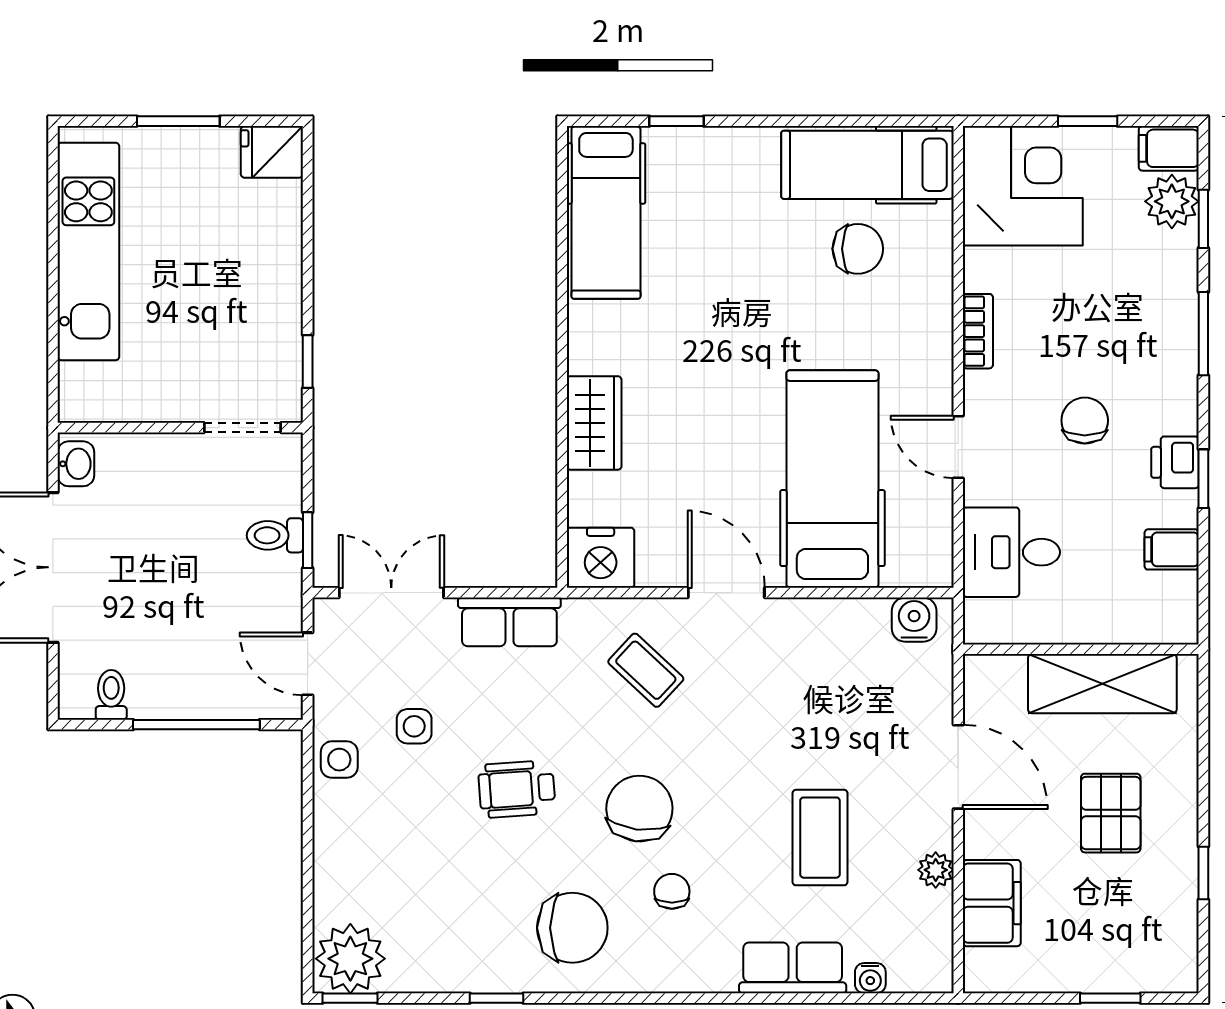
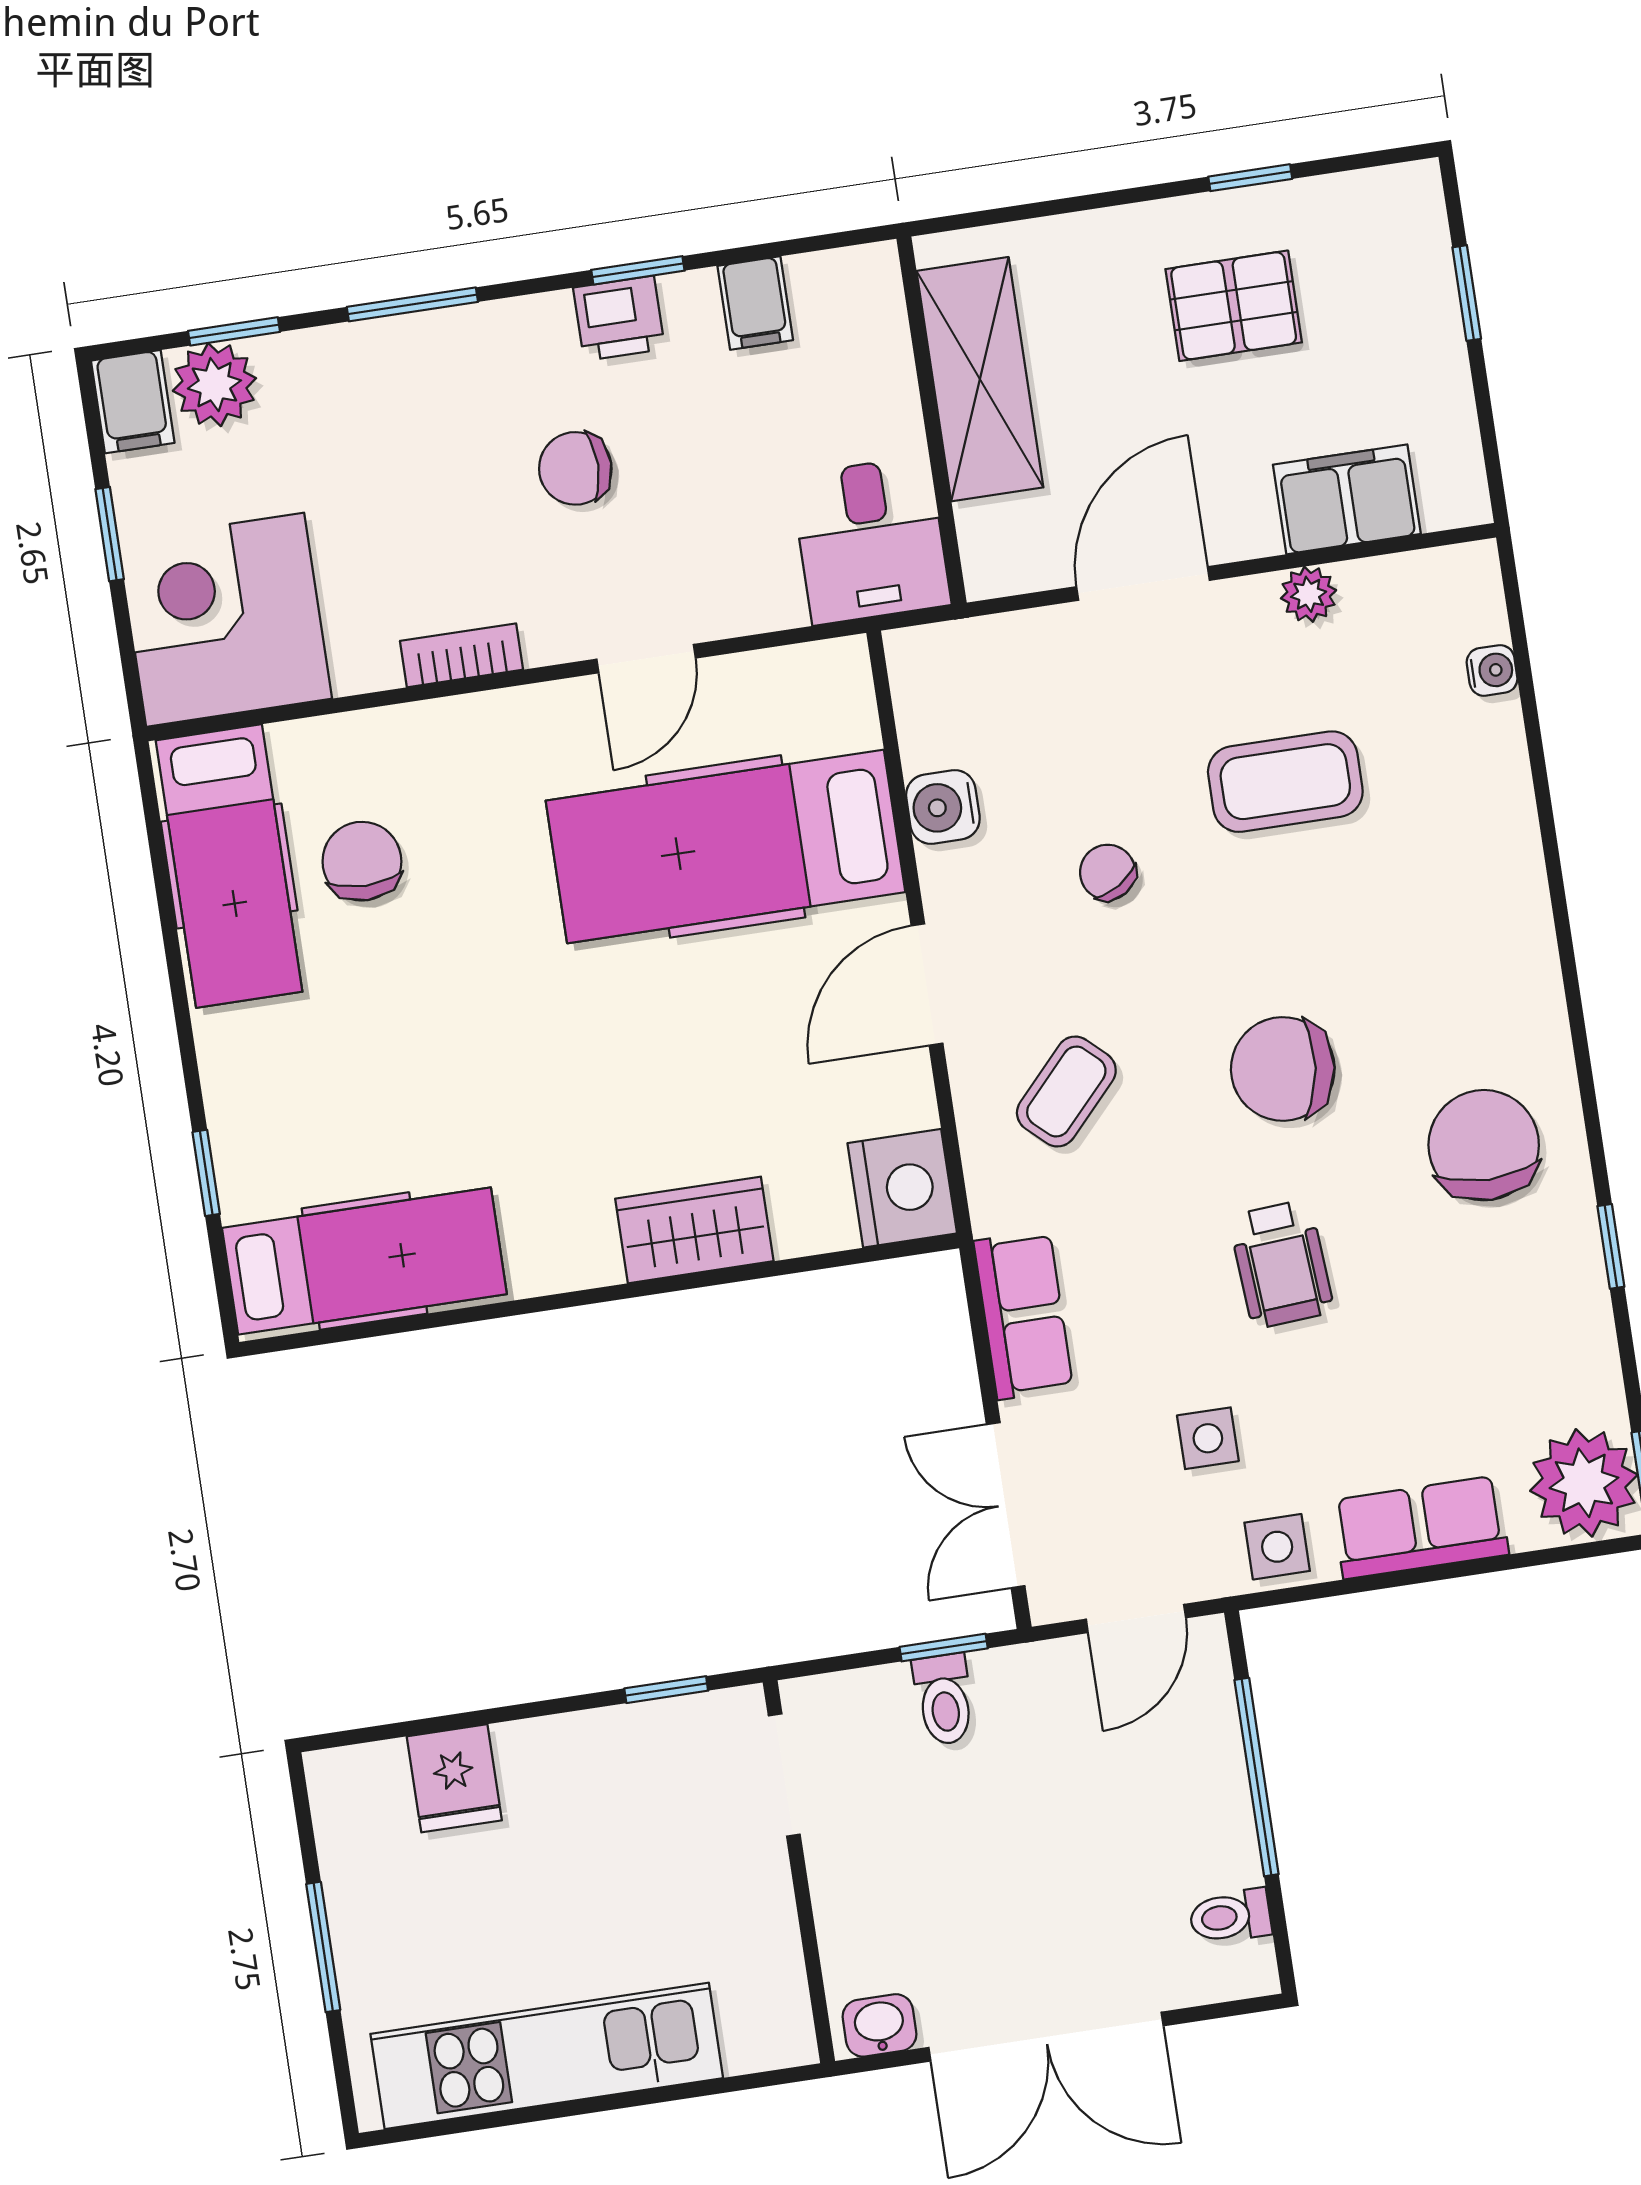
fridge: (272, 152) -> (454, 1778), moved
desk: (1011, 552) -> (871, 540), moved
water cooler: (914, 620) -> (943, 807), moved
pallet: (1111, 813) -> (1234, 306), moved
chair: (672, 891) -> (1108, 872), moved, turned 58
row of seats: (793, 968) -> (1420, 1527), moved, turned 90

